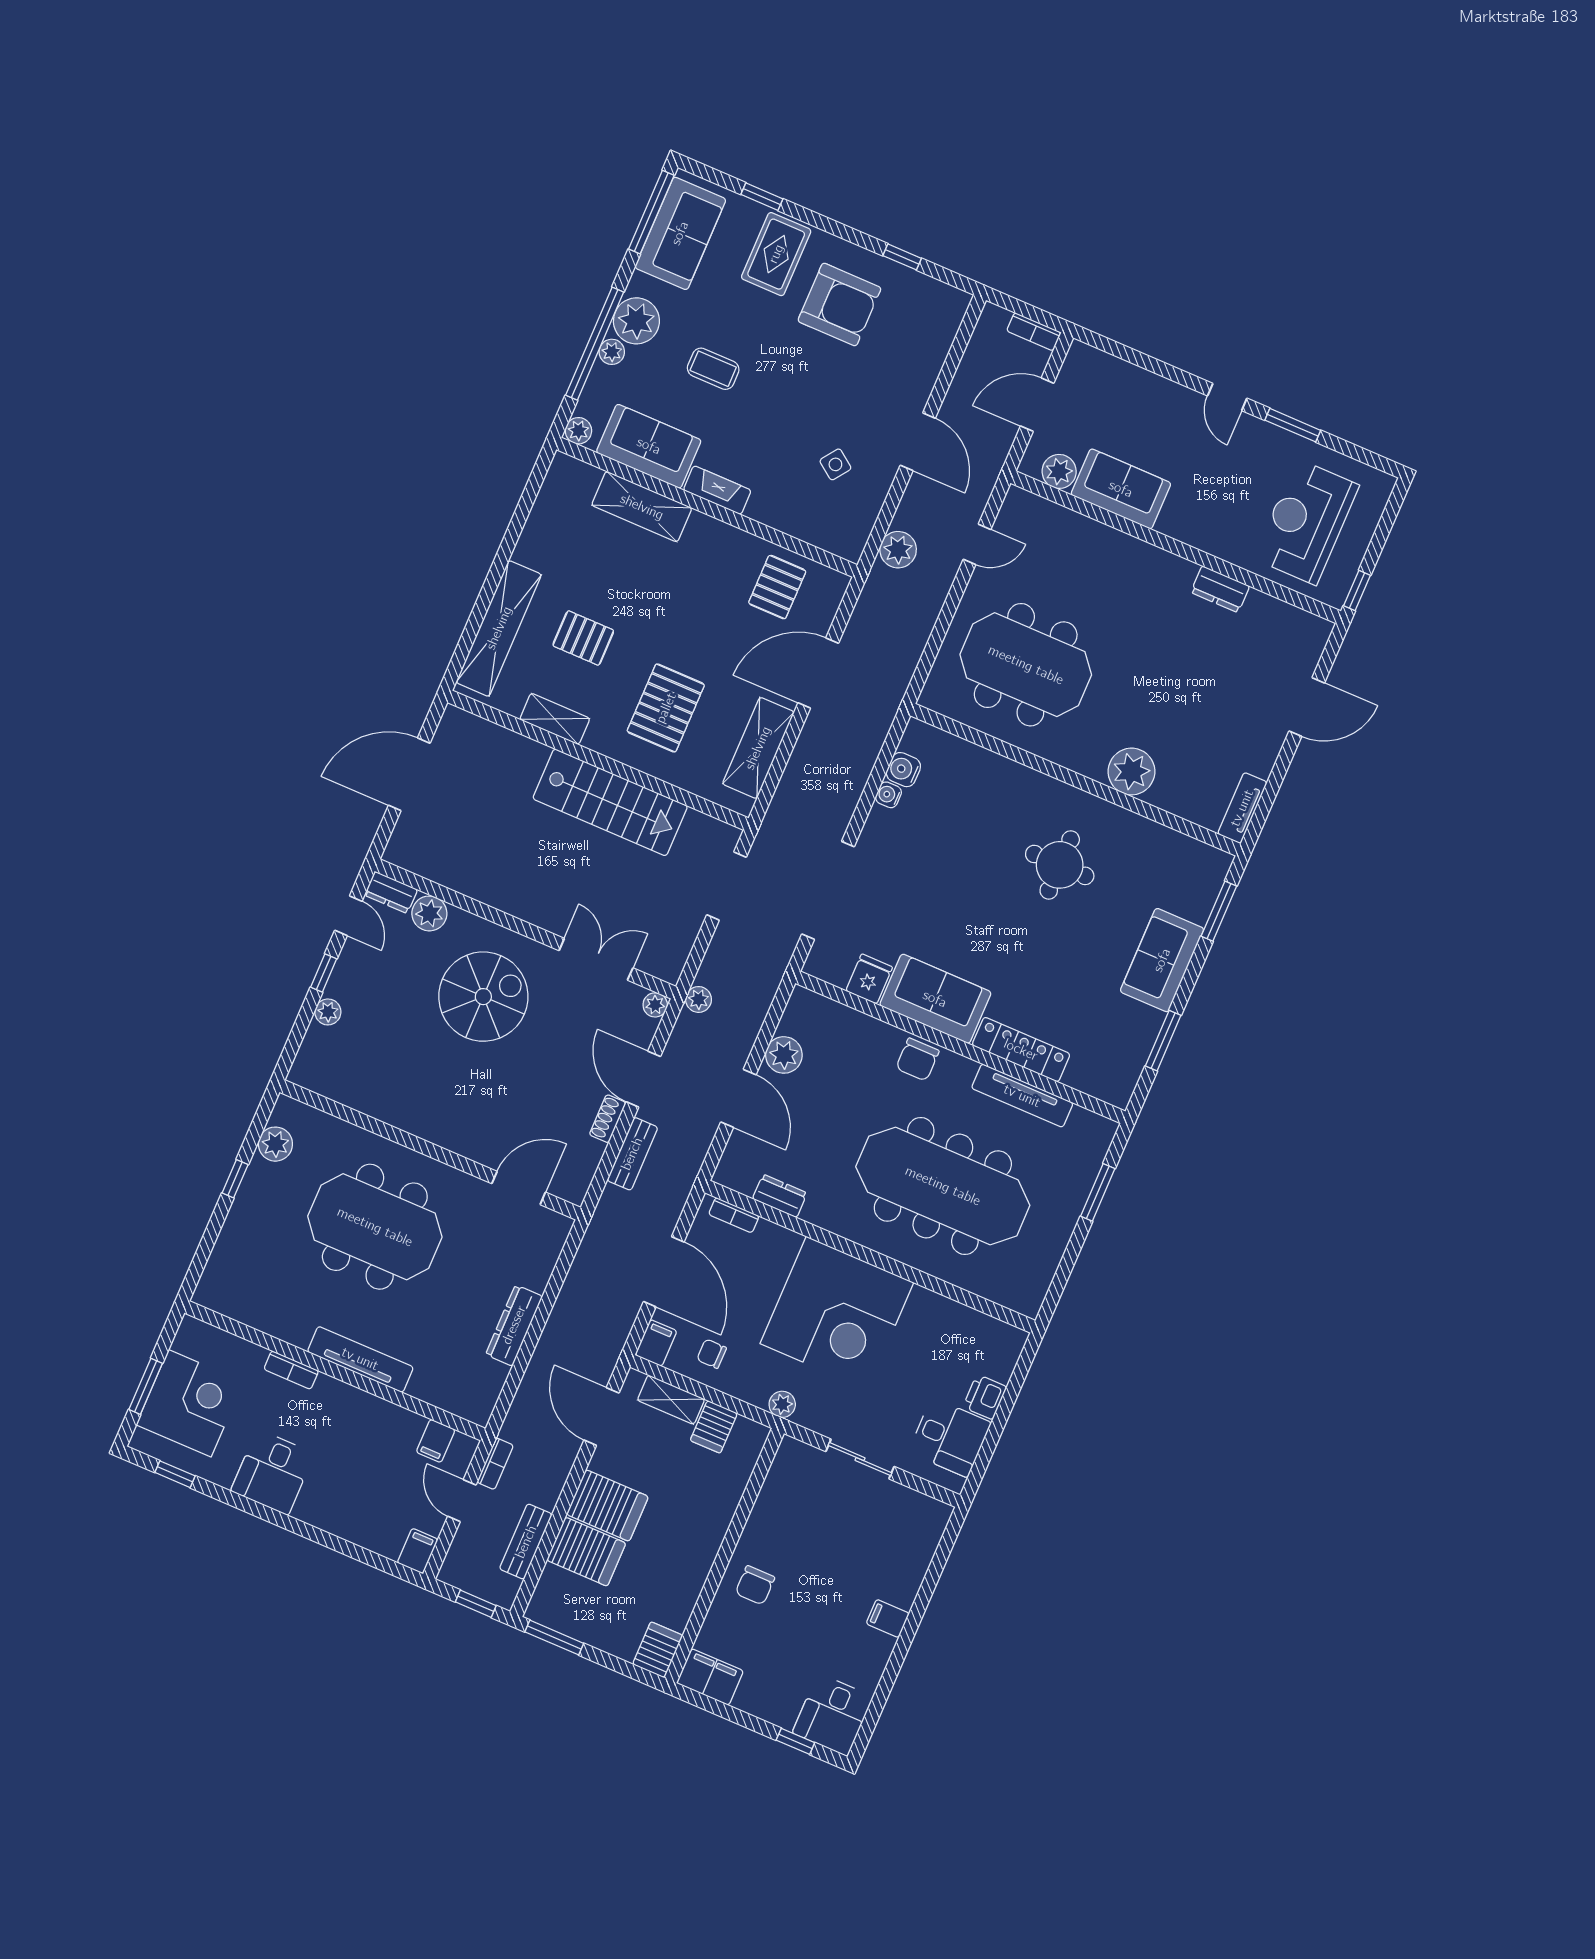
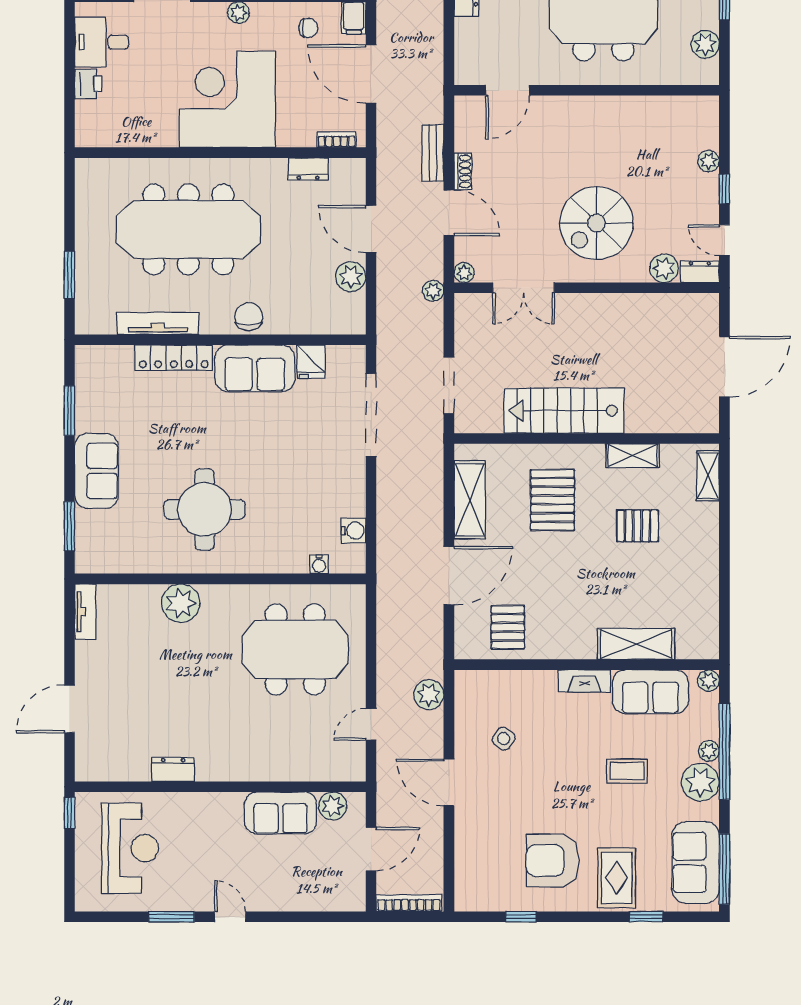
bookcase: (1034, 332) -> (409, 903), width x1.56
shelving: (499, 628) -> (708, 476), width x0.45, depth x0.75
water cooler: (888, 795) -> (319, 564), moved, turned 90
round table: (1060, 865) -> (205, 509), width x1.36, depth x1.36

